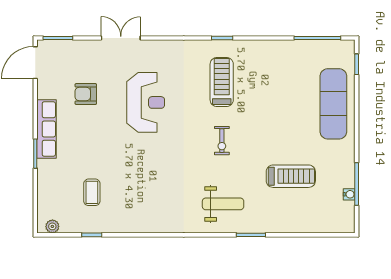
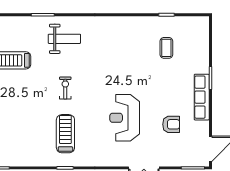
treadmill: (222, 82) -> (65, 134), turned 180
weight bench: (223, 204) -> (64, 39), turned 180
plant: (52, 226) -> (197, 21), removed

